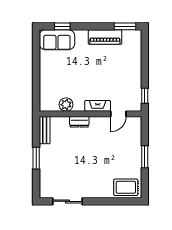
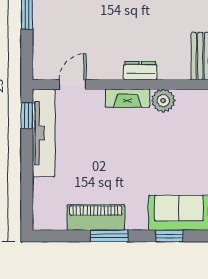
window: (125, 26) -> (109, 236), moved
tv unit: (135, 86) -> (44, 133), added
fireplace: (98, 106) -> (127, 98), moved

